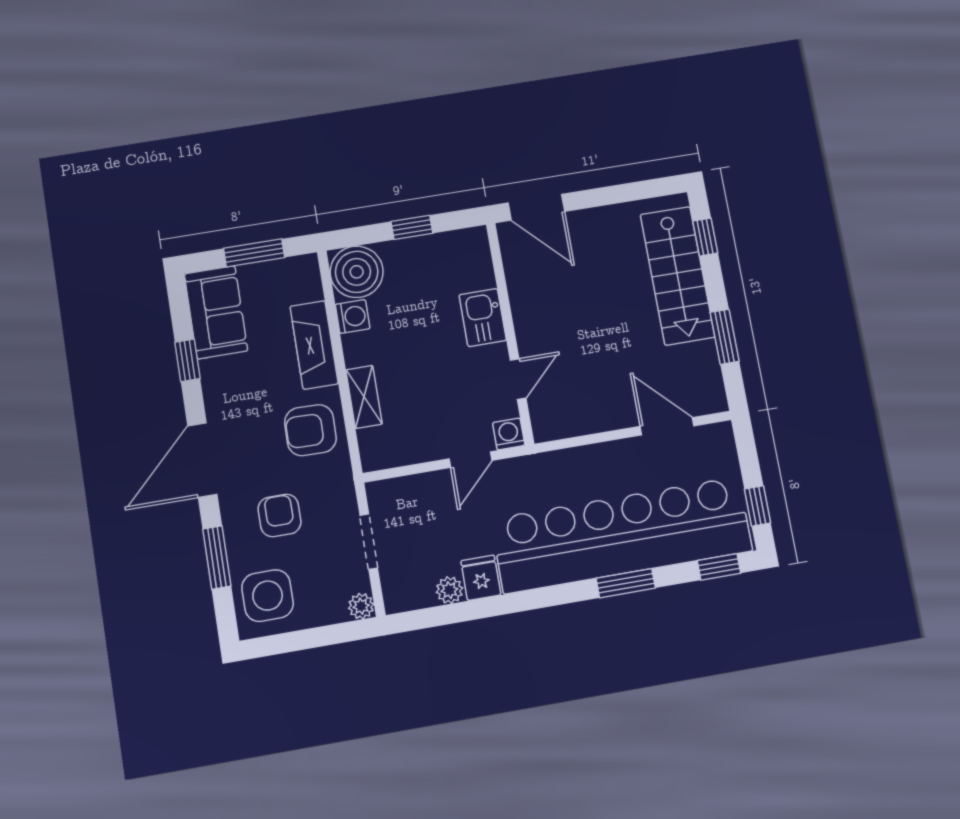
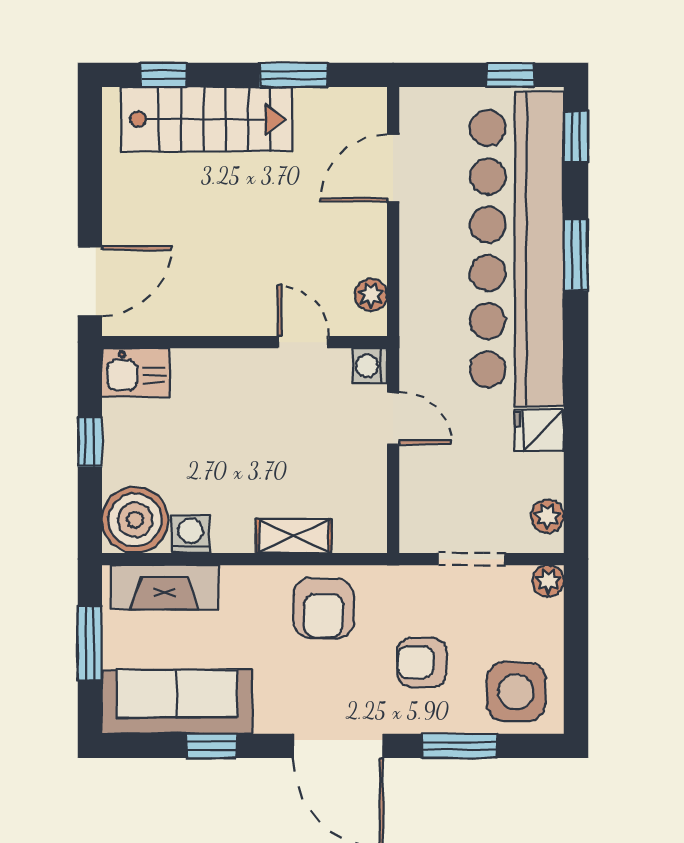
sofa: (216, 312) -> (177, 702), width x1.36
kitchen sink: (483, 318) -> (136, 373), moved
fireplace: (314, 345) -> (164, 587), moved
plant: (565, 426) -> (371, 295), added
plant: (449, 590) -> (547, 516), moved

